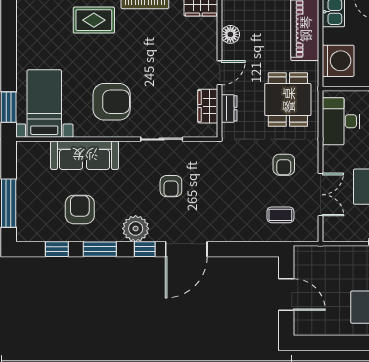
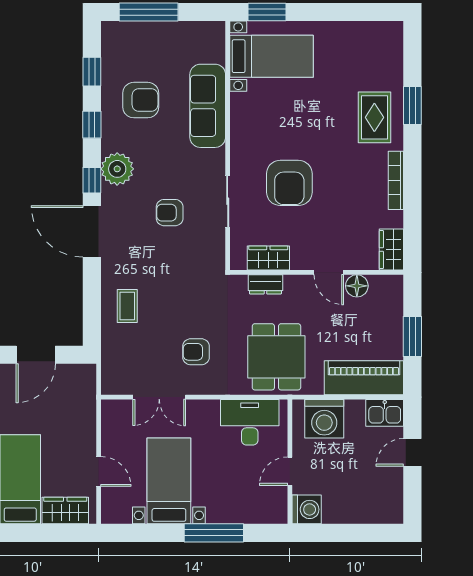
door: (220, 73) -> (329, 272), moved
dining table: (288, 100) -> (276, 357), turned 90
armchair: (112, 102) -> (289, 183), moved
coffee table: (280, 215) -> (127, 306), moved
window: (100, 249) -> (92, 125), width x0.67

